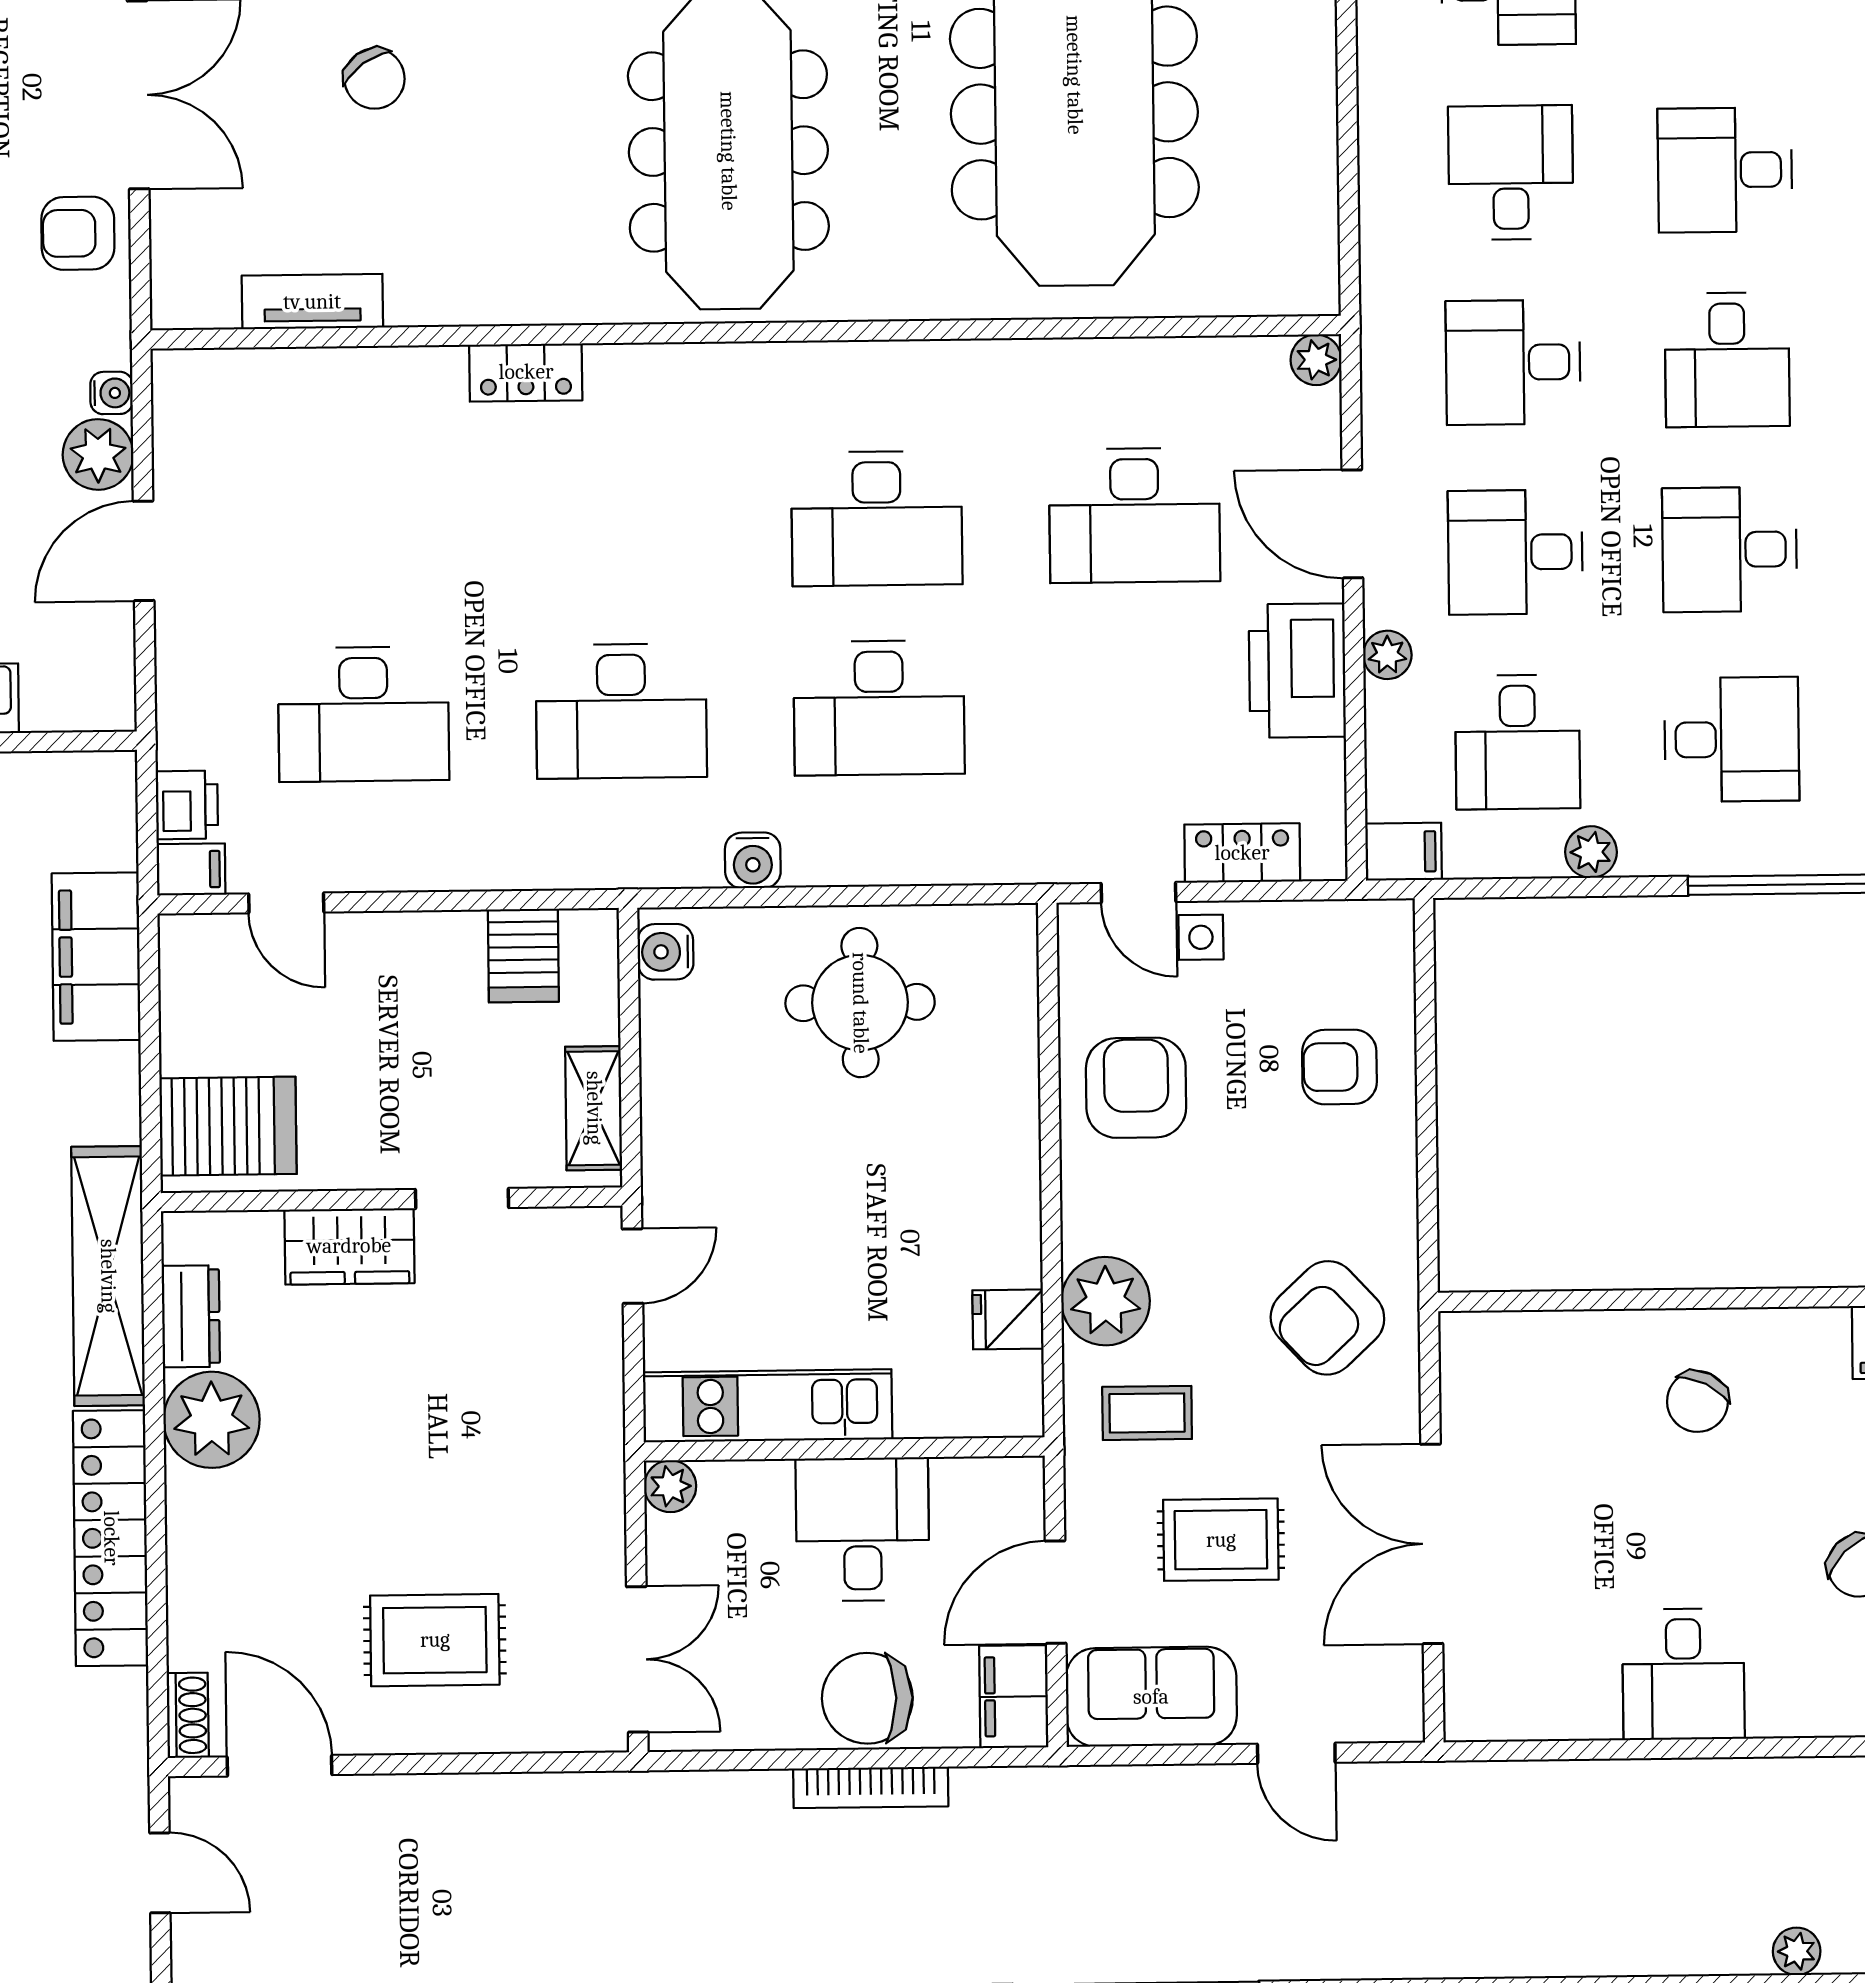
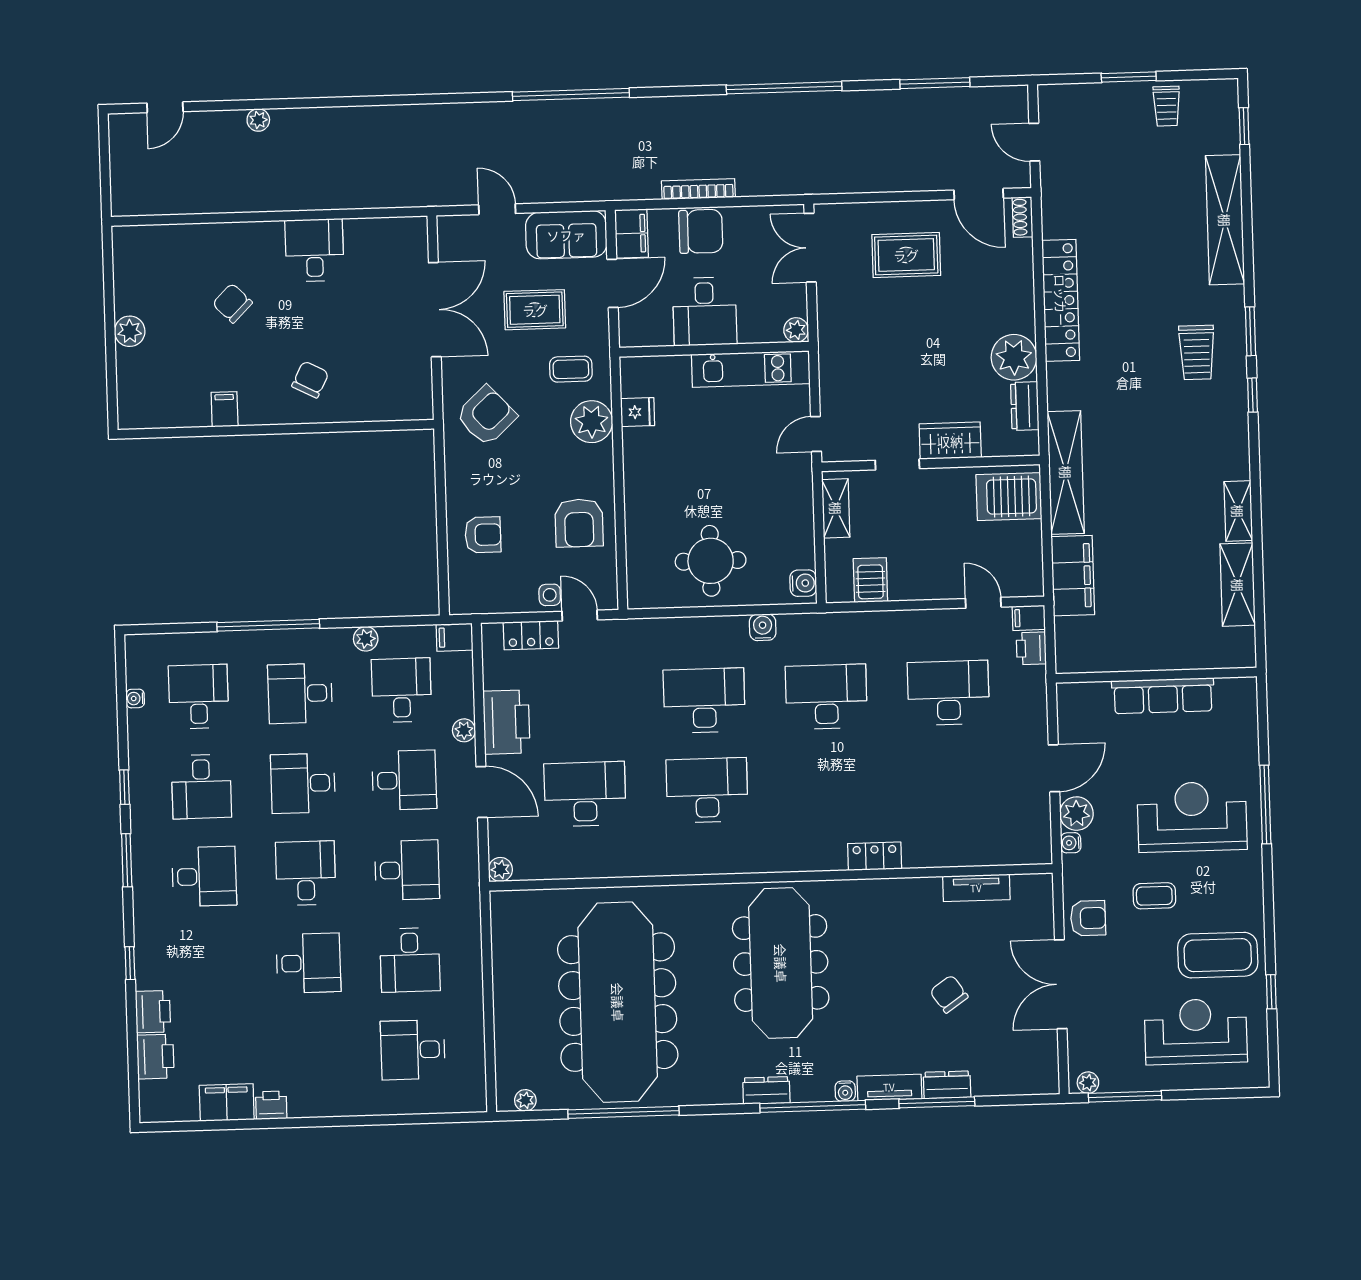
desk: (1729, 550) -> (303, 783), turned 180
shelving: (108, 1276) -> (1066, 472), moved

